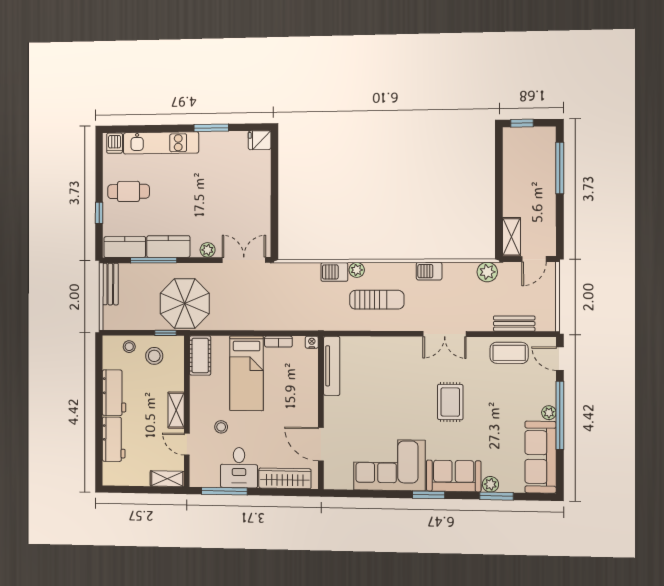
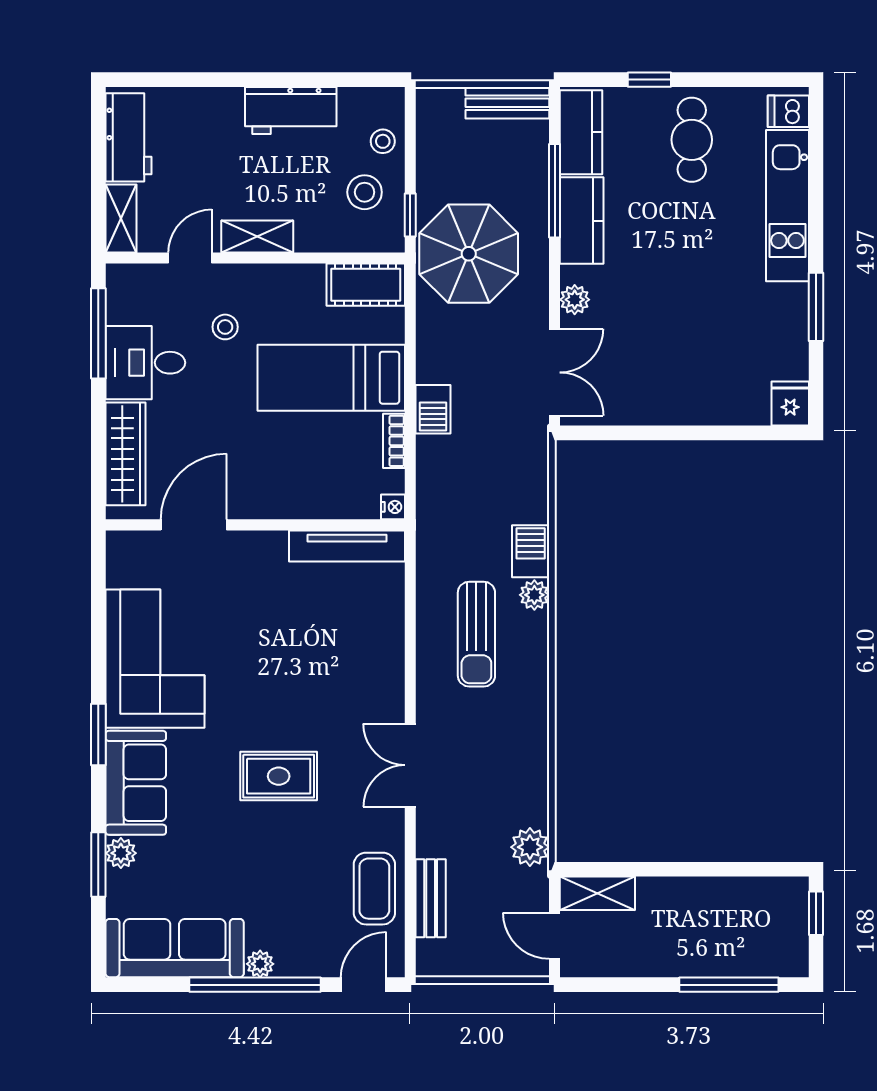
barbecue: (429, 271) -> (433, 409), moved, turned 180
workbench: (114, 439) -> (129, 137), moved, turned -90

